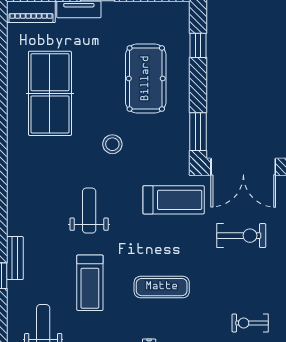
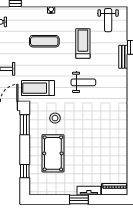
table tennis table: (50, 93) -> (104, 145), removed
stool: (112, 144) -> (55, 118), moved
weight bench: (89, 211) -> (83, 82), turned -90

